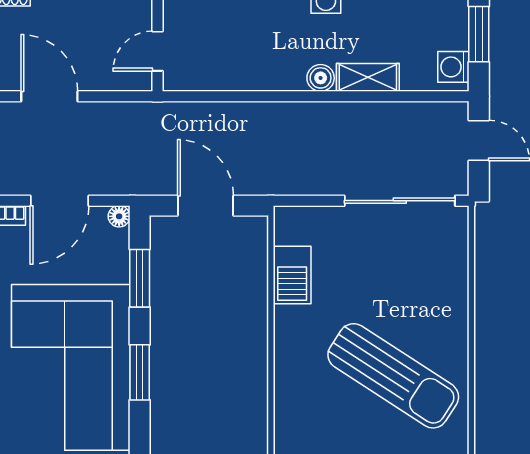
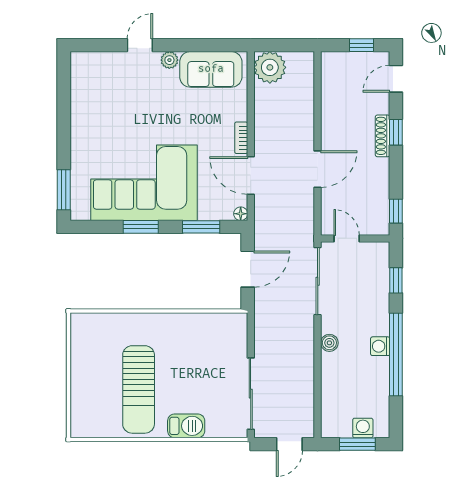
washing machine: (453, 67) -> (363, 428), moved
shelving: (368, 77) -> (330, 373), removed
sliding door: (224, 96) -> (318, 281), added
barbecue: (292, 275) -> (186, 426), moved, turned 180
sun lounger: (393, 376) -> (139, 389), turned -33

